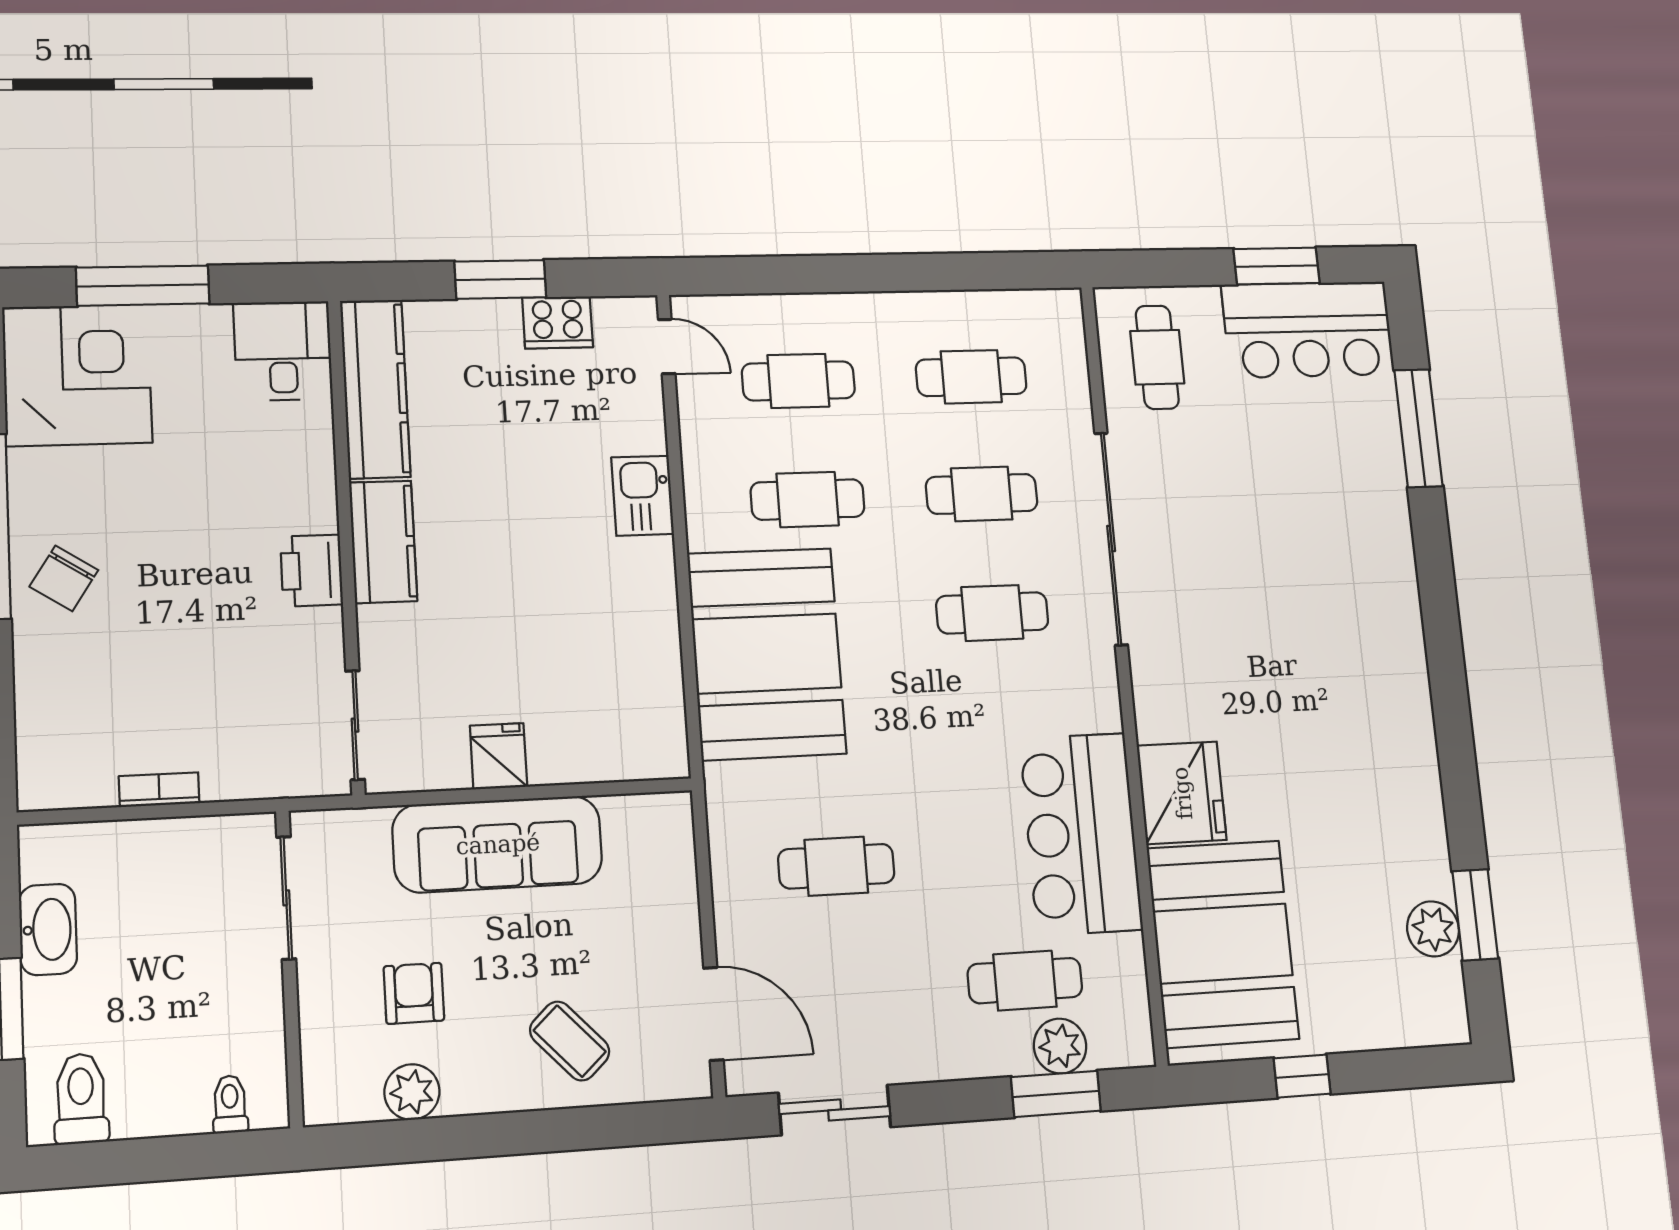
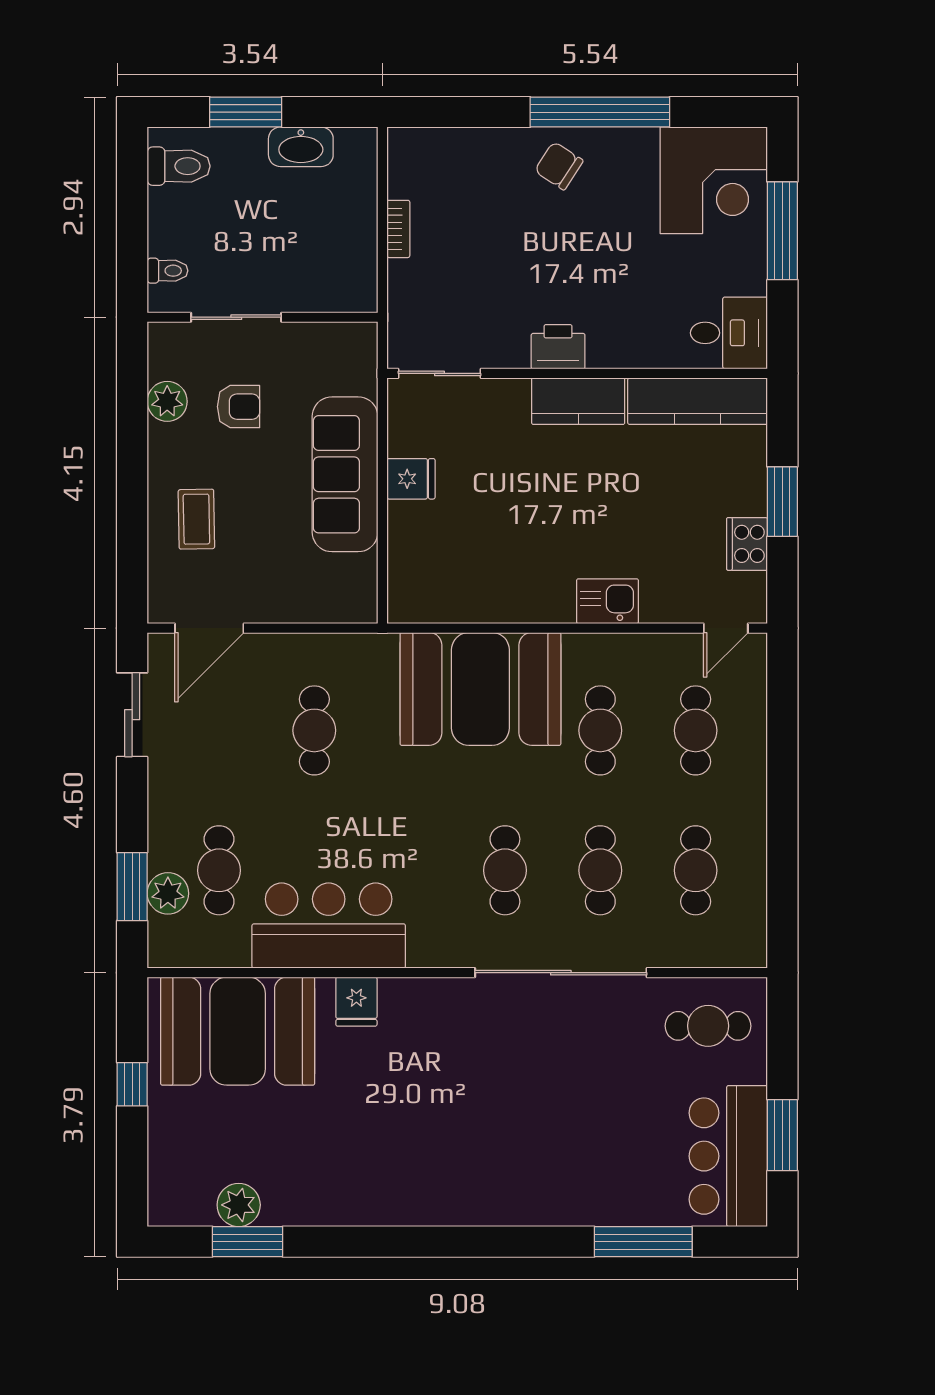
fridge: (1182, 793) -> (356, 1002), width x0.53, depth x0.75
sliding door: (286, 898) -> (236, 317), moved
coffee table: (570, 1041) -> (196, 519), turned -48

